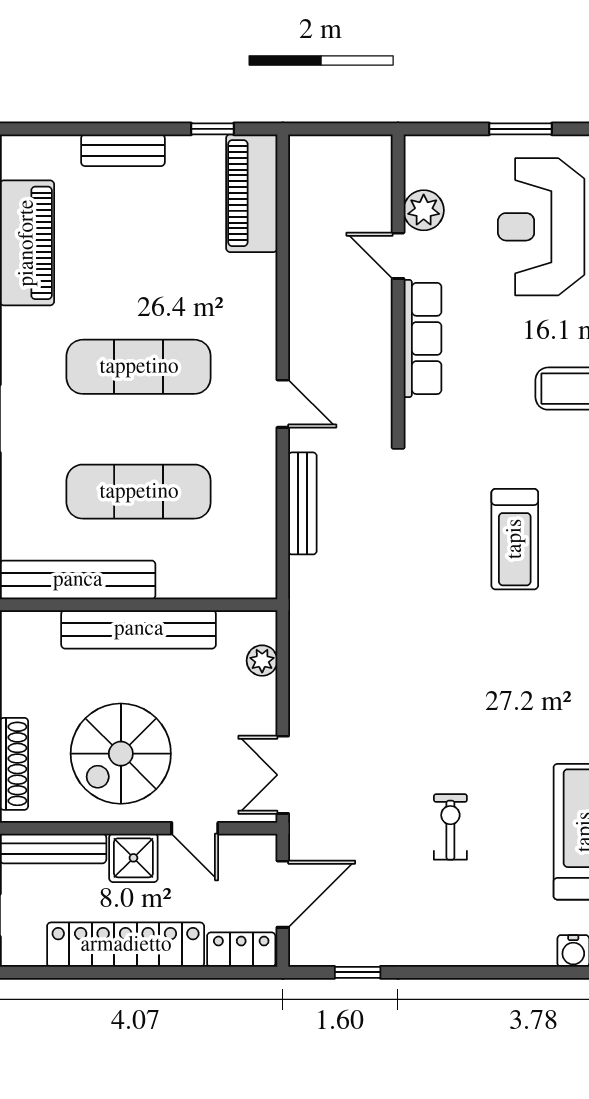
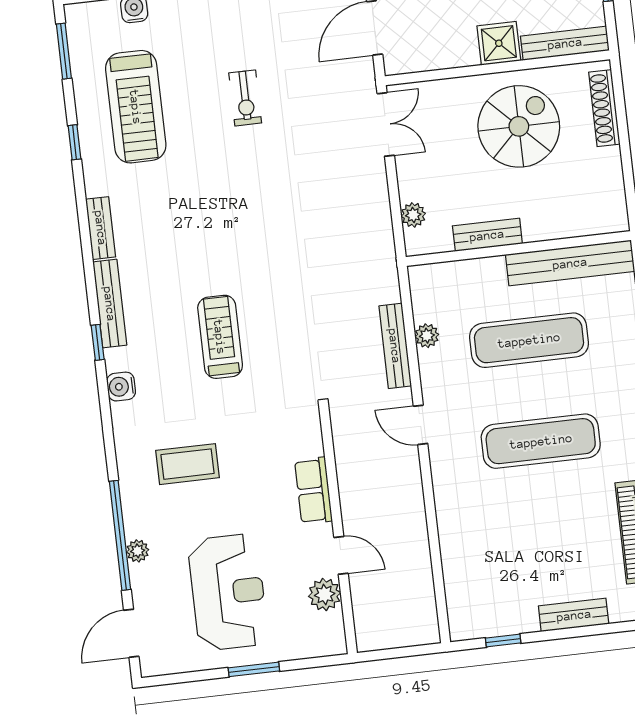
piano: (252, 193) -> (465, 592), removed
row of seats: (422, 338) -> (314, 491), width x0.68
plant: (262, 511) -> (427, 336), added
bench: (139, 629) -> (487, 235), width x0.54, depth x0.82
door: (195, 828) -> (452, 73), removed

